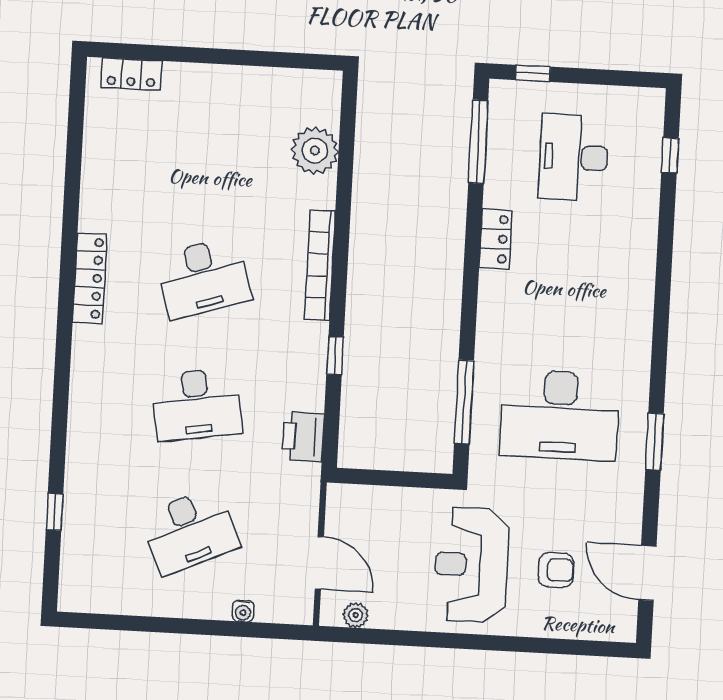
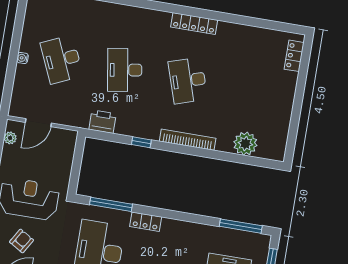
locker: (495, 239) -> (146, 222), moved
armchair: (556, 570) -> (22, 241), turned -149
water cooler: (243, 611) -> (22, 58), moved

